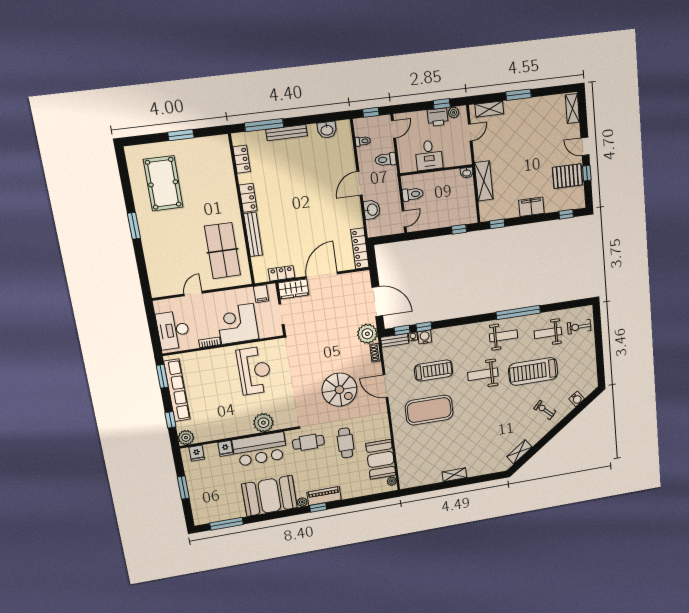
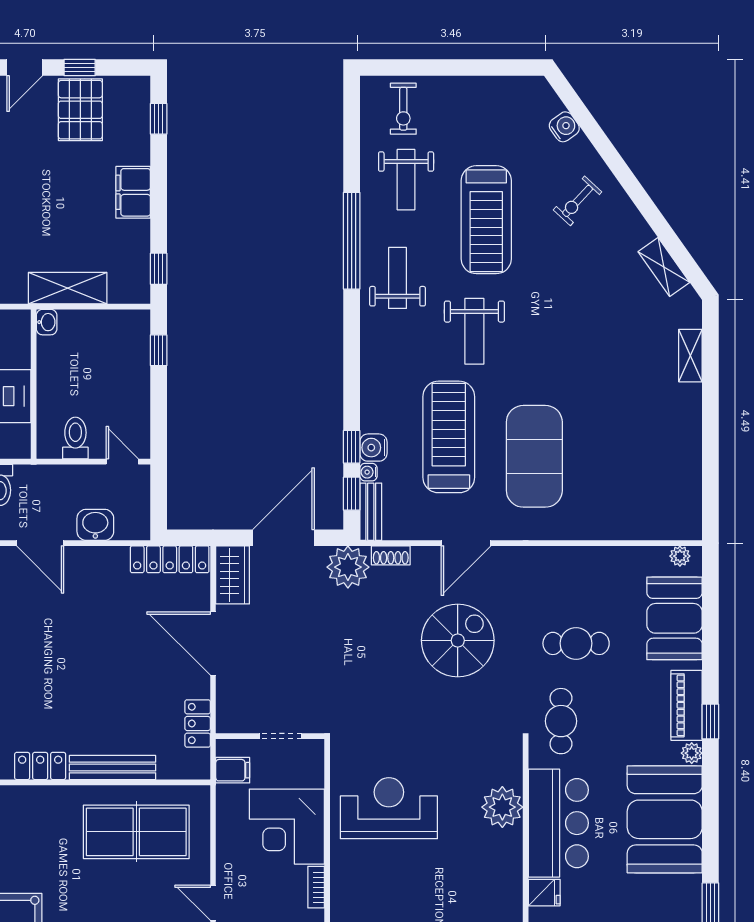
wardrobe: (293, 289) -> (233, 575), moved
treadmill: (434, 370) -> (449, 437), width x1.37, depth x1.38
booth: (381, 459) -> (675, 618), moved, turned 90
shelving: (454, 475) -> (690, 356), moved

